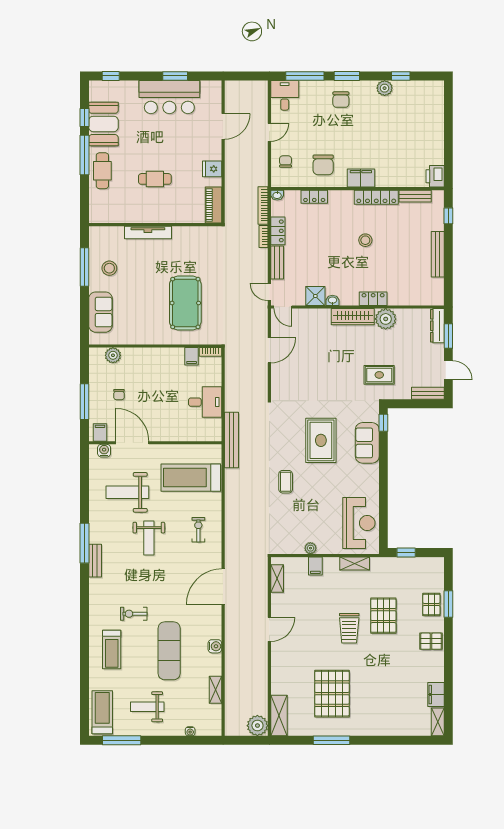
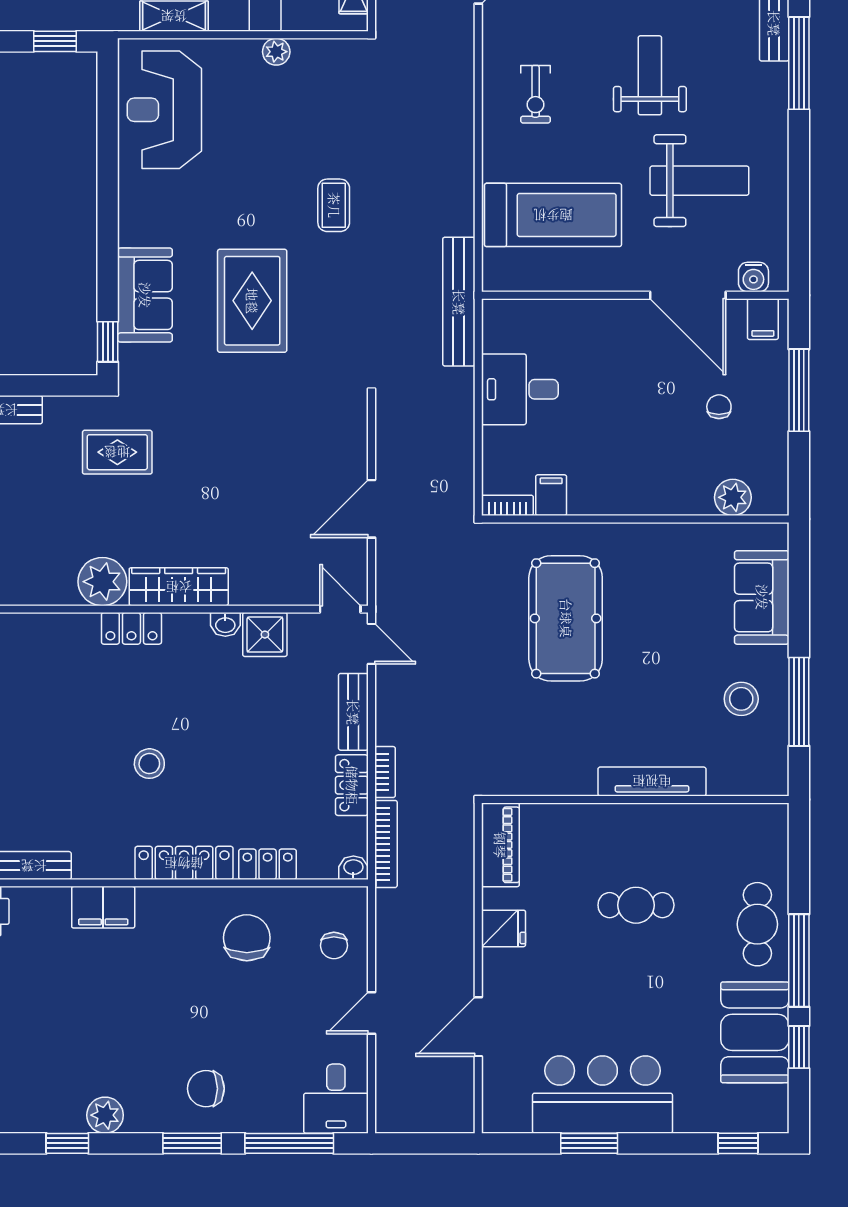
chair: (341, 100) -> (206, 1089), turned -90
filing cabinet: (361, 178) -> (103, 907), moved
locker: (376, 197) -> (184, 863), moved

